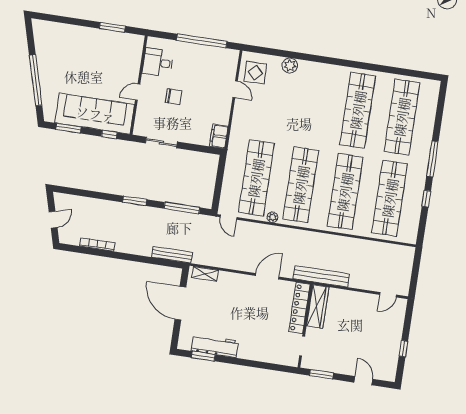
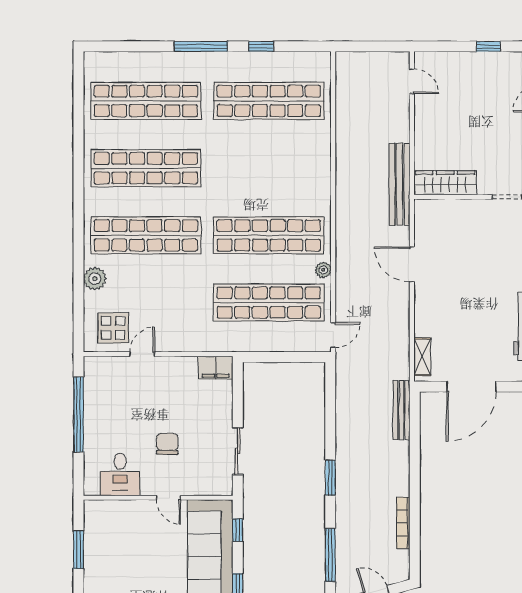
shop shelf: (345, 192) -> (146, 235), moved
window: (182, 208) -> (330, 555), moved
locker: (299, 308) -> (451, 209), removed

